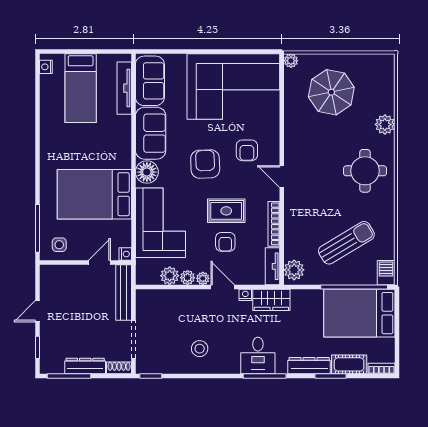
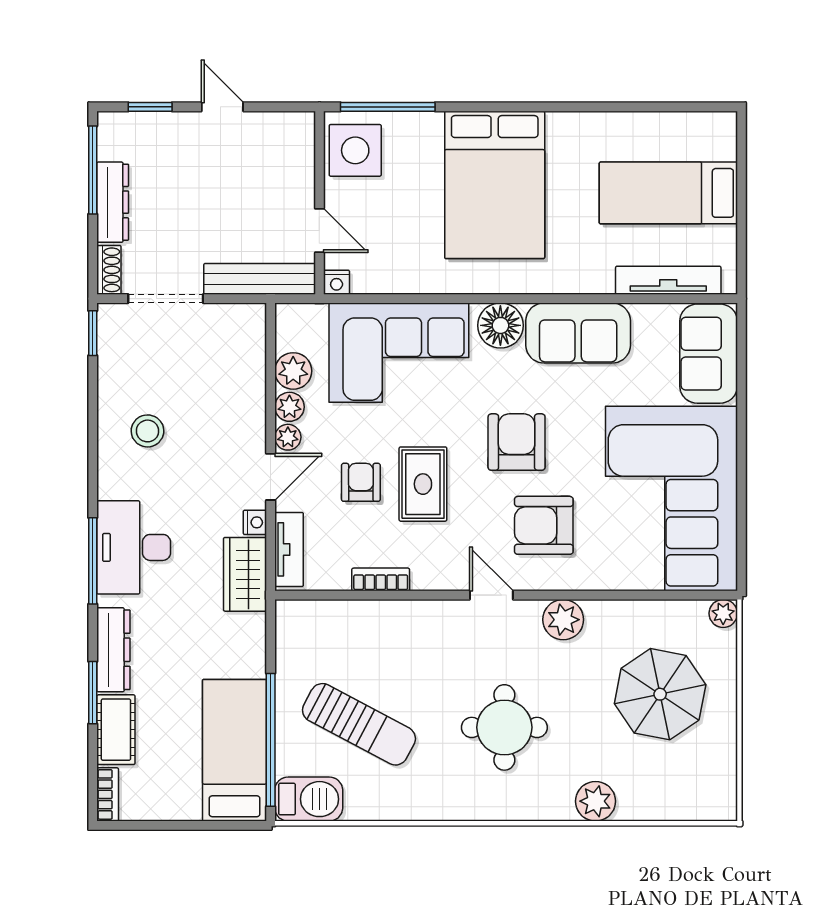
nightstand: (46, 67) -> (711, 124), removed
sofa: (150, 81) -> (709, 354), moved, turned 90
armchair: (247, 150) -> (544, 525), width x1.38, depth x1.38
armchair: (205, 164) -> (517, 442), turned -88
round table: (365, 171) -> (504, 727), moved
door: (282, 177) -> (491, 595), hinge flipped
bed: (94, 194) -> (495, 185), moved, turned 180
bookcase: (274, 224) -> (381, 579), width x0.64
armchair: (225, 242) -> (361, 482), turned 90
sun lounger: (346, 243) -> (359, 724), turned -31
side table: (59, 245) -> (355, 150), width x1.87, depth x1.87
tv unit: (273, 266) -> (289, 549), moved, turned 90
plant: (294, 270) -> (563, 620), moved
barbecue: (386, 273) -> (309, 799), width x1.38, depth x1.27
bed: (359, 313) -> (235, 750), width x0.67
desk: (258, 356) -> (134, 547), width x1.37

